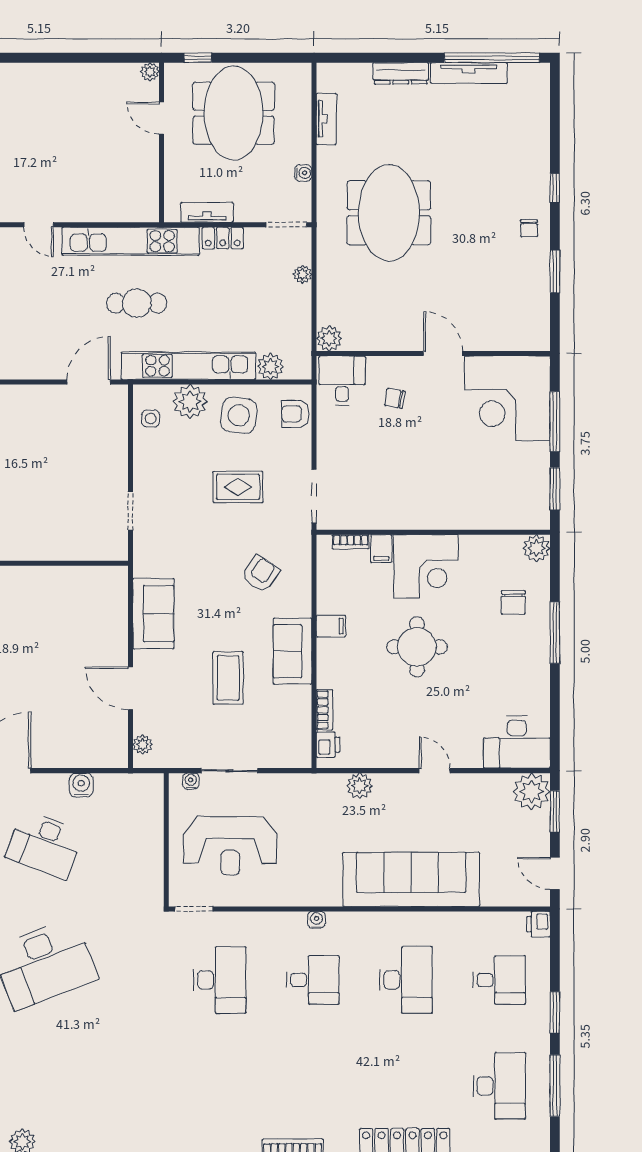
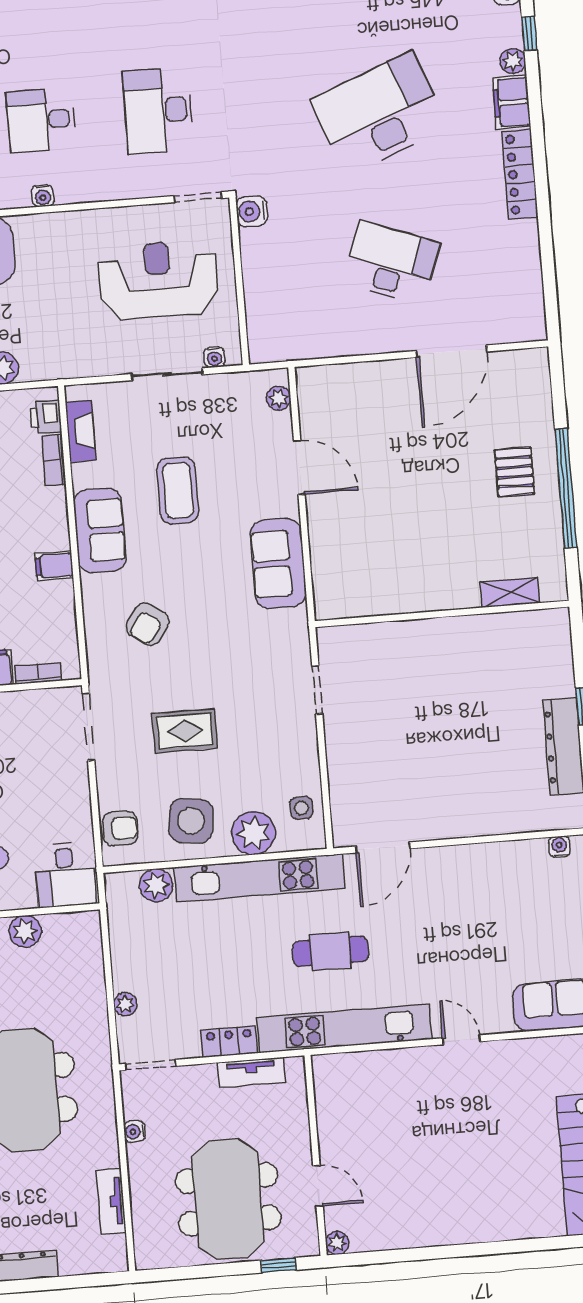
plant: (329, 338) -> (25, 931), moved
fireplace: (301, 731) -> (81, 431), added
water cooler: (81, 785) -> (252, 211), moved, turned 90

